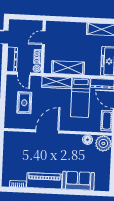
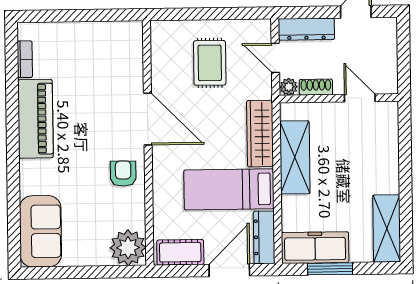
door: (24, 74) -> (275, 58), hinge flipped
rug: (24, 103) -> (210, 63), turned 90
floor lamp: (88, 140) -> (134, 211), removed
armchair: (71, 144) -> (123, 174), added
sofa: (78, 181) -> (41, 231), moved

